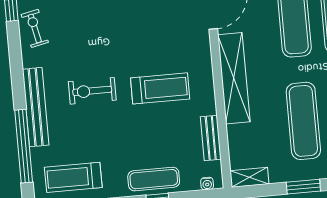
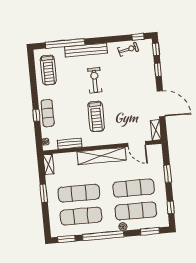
treadmill: (73, 177) -> (48, 70), turned 180

